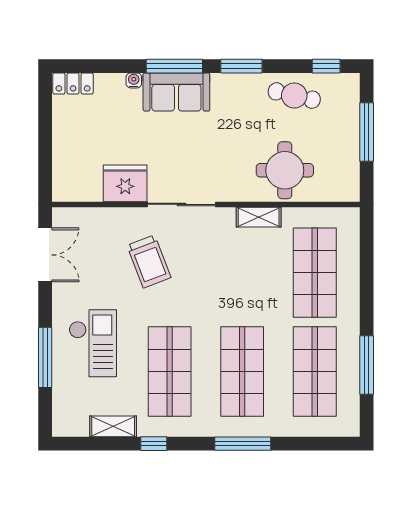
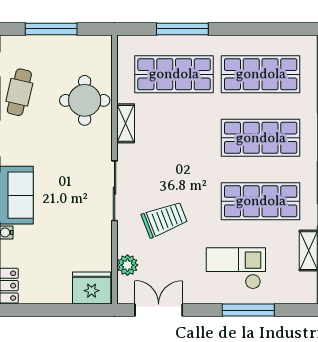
fridge: (125, 183) -> (92, 288), moved, turned 90
plant: (96, 219) -> (127, 265), added
window: (367, 365) -> (182, 29), moved

